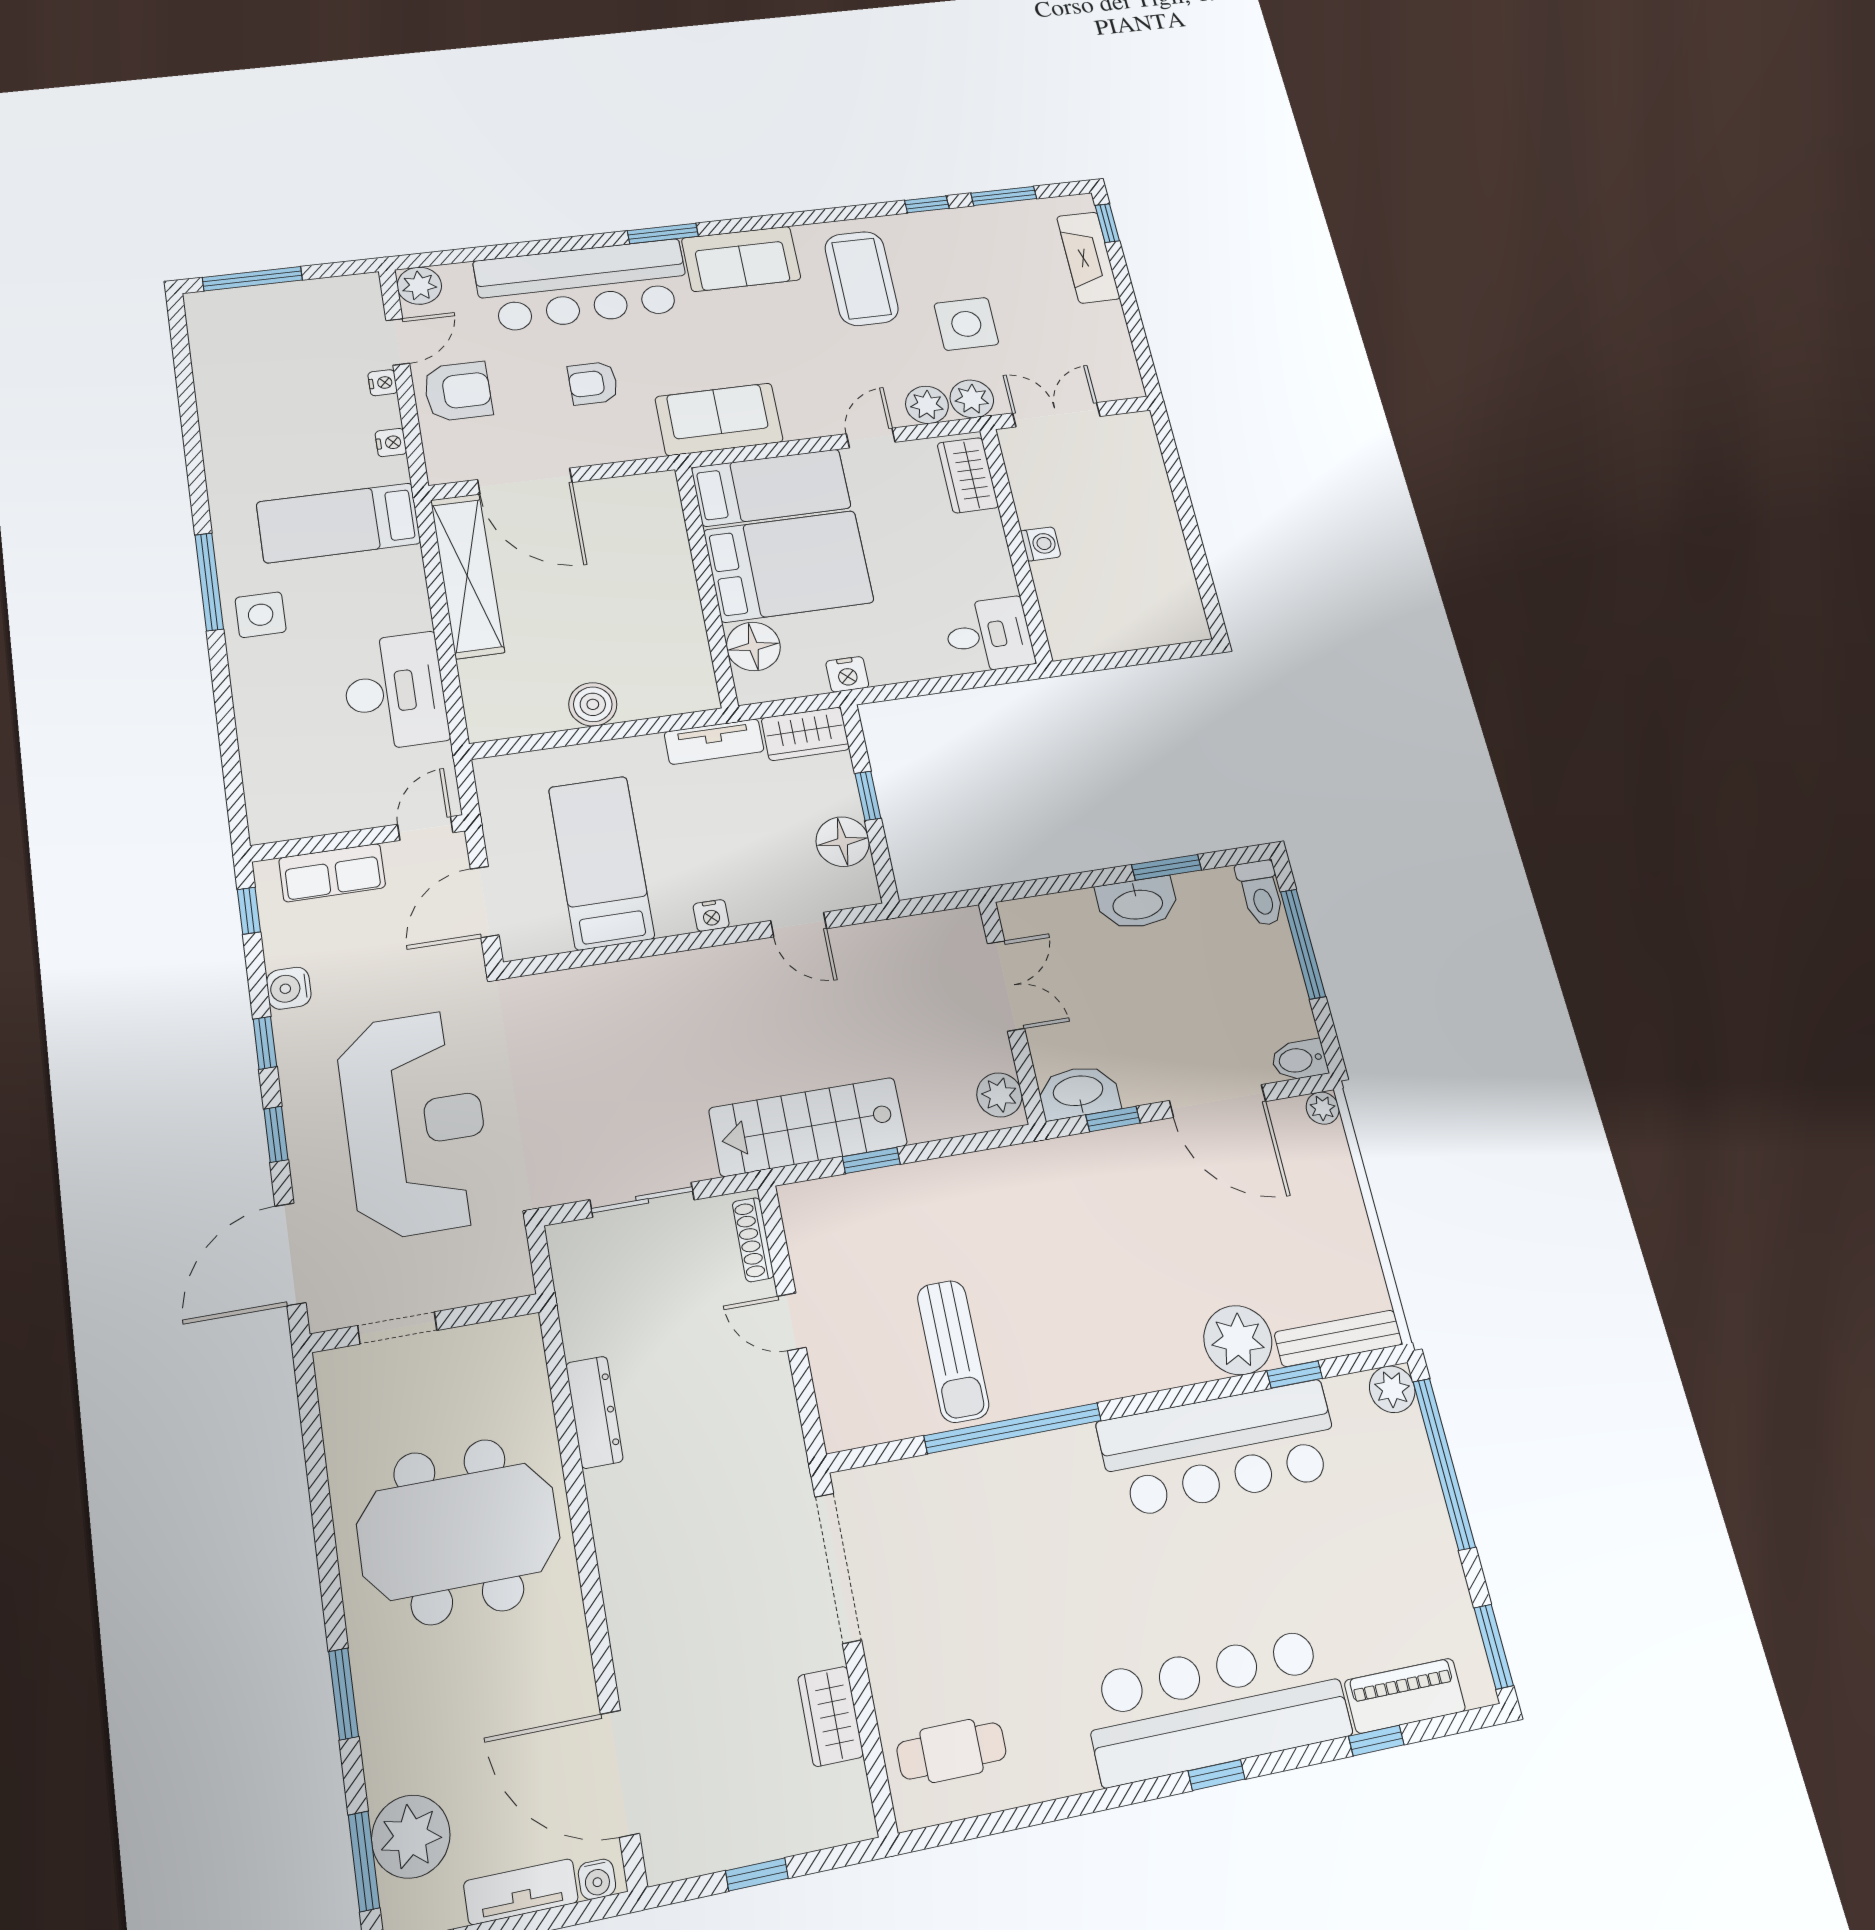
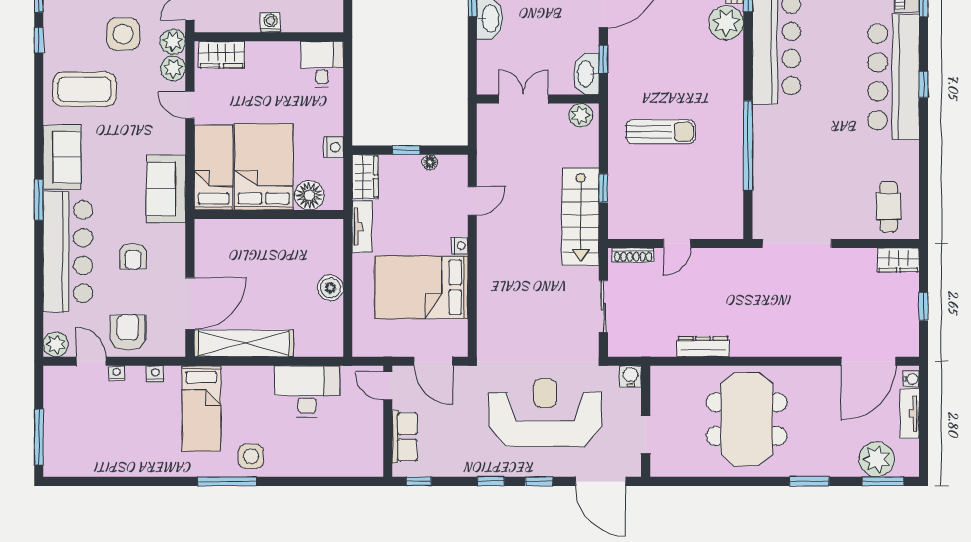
floor lamp: (843, 842) -> (430, 162), width x0.53, depth x0.53
bed: (601, 862) -> (421, 287), width x1.50
water cooler: (289, 988) -> (630, 376), moved, turned 180
sun lounger: (953, 1351) -> (661, 132), moved
wardrobe: (830, 1716) -> (898, 260), moved

